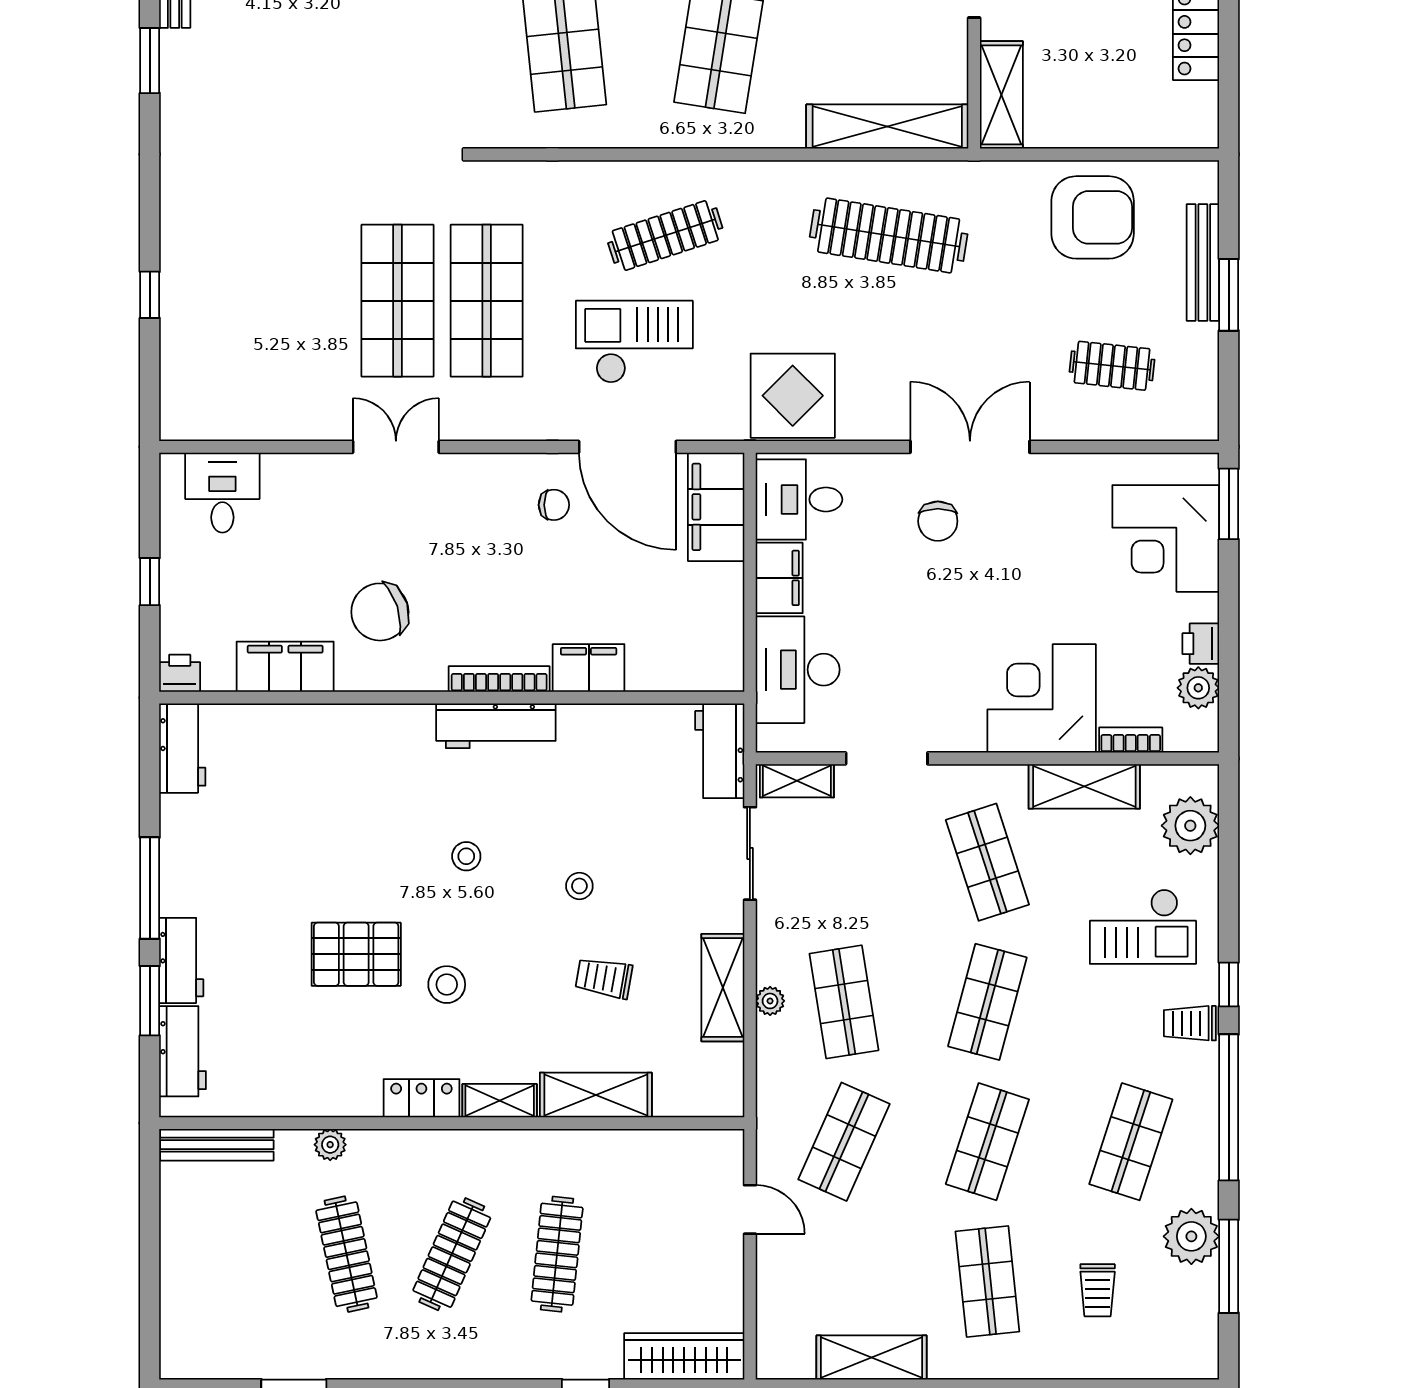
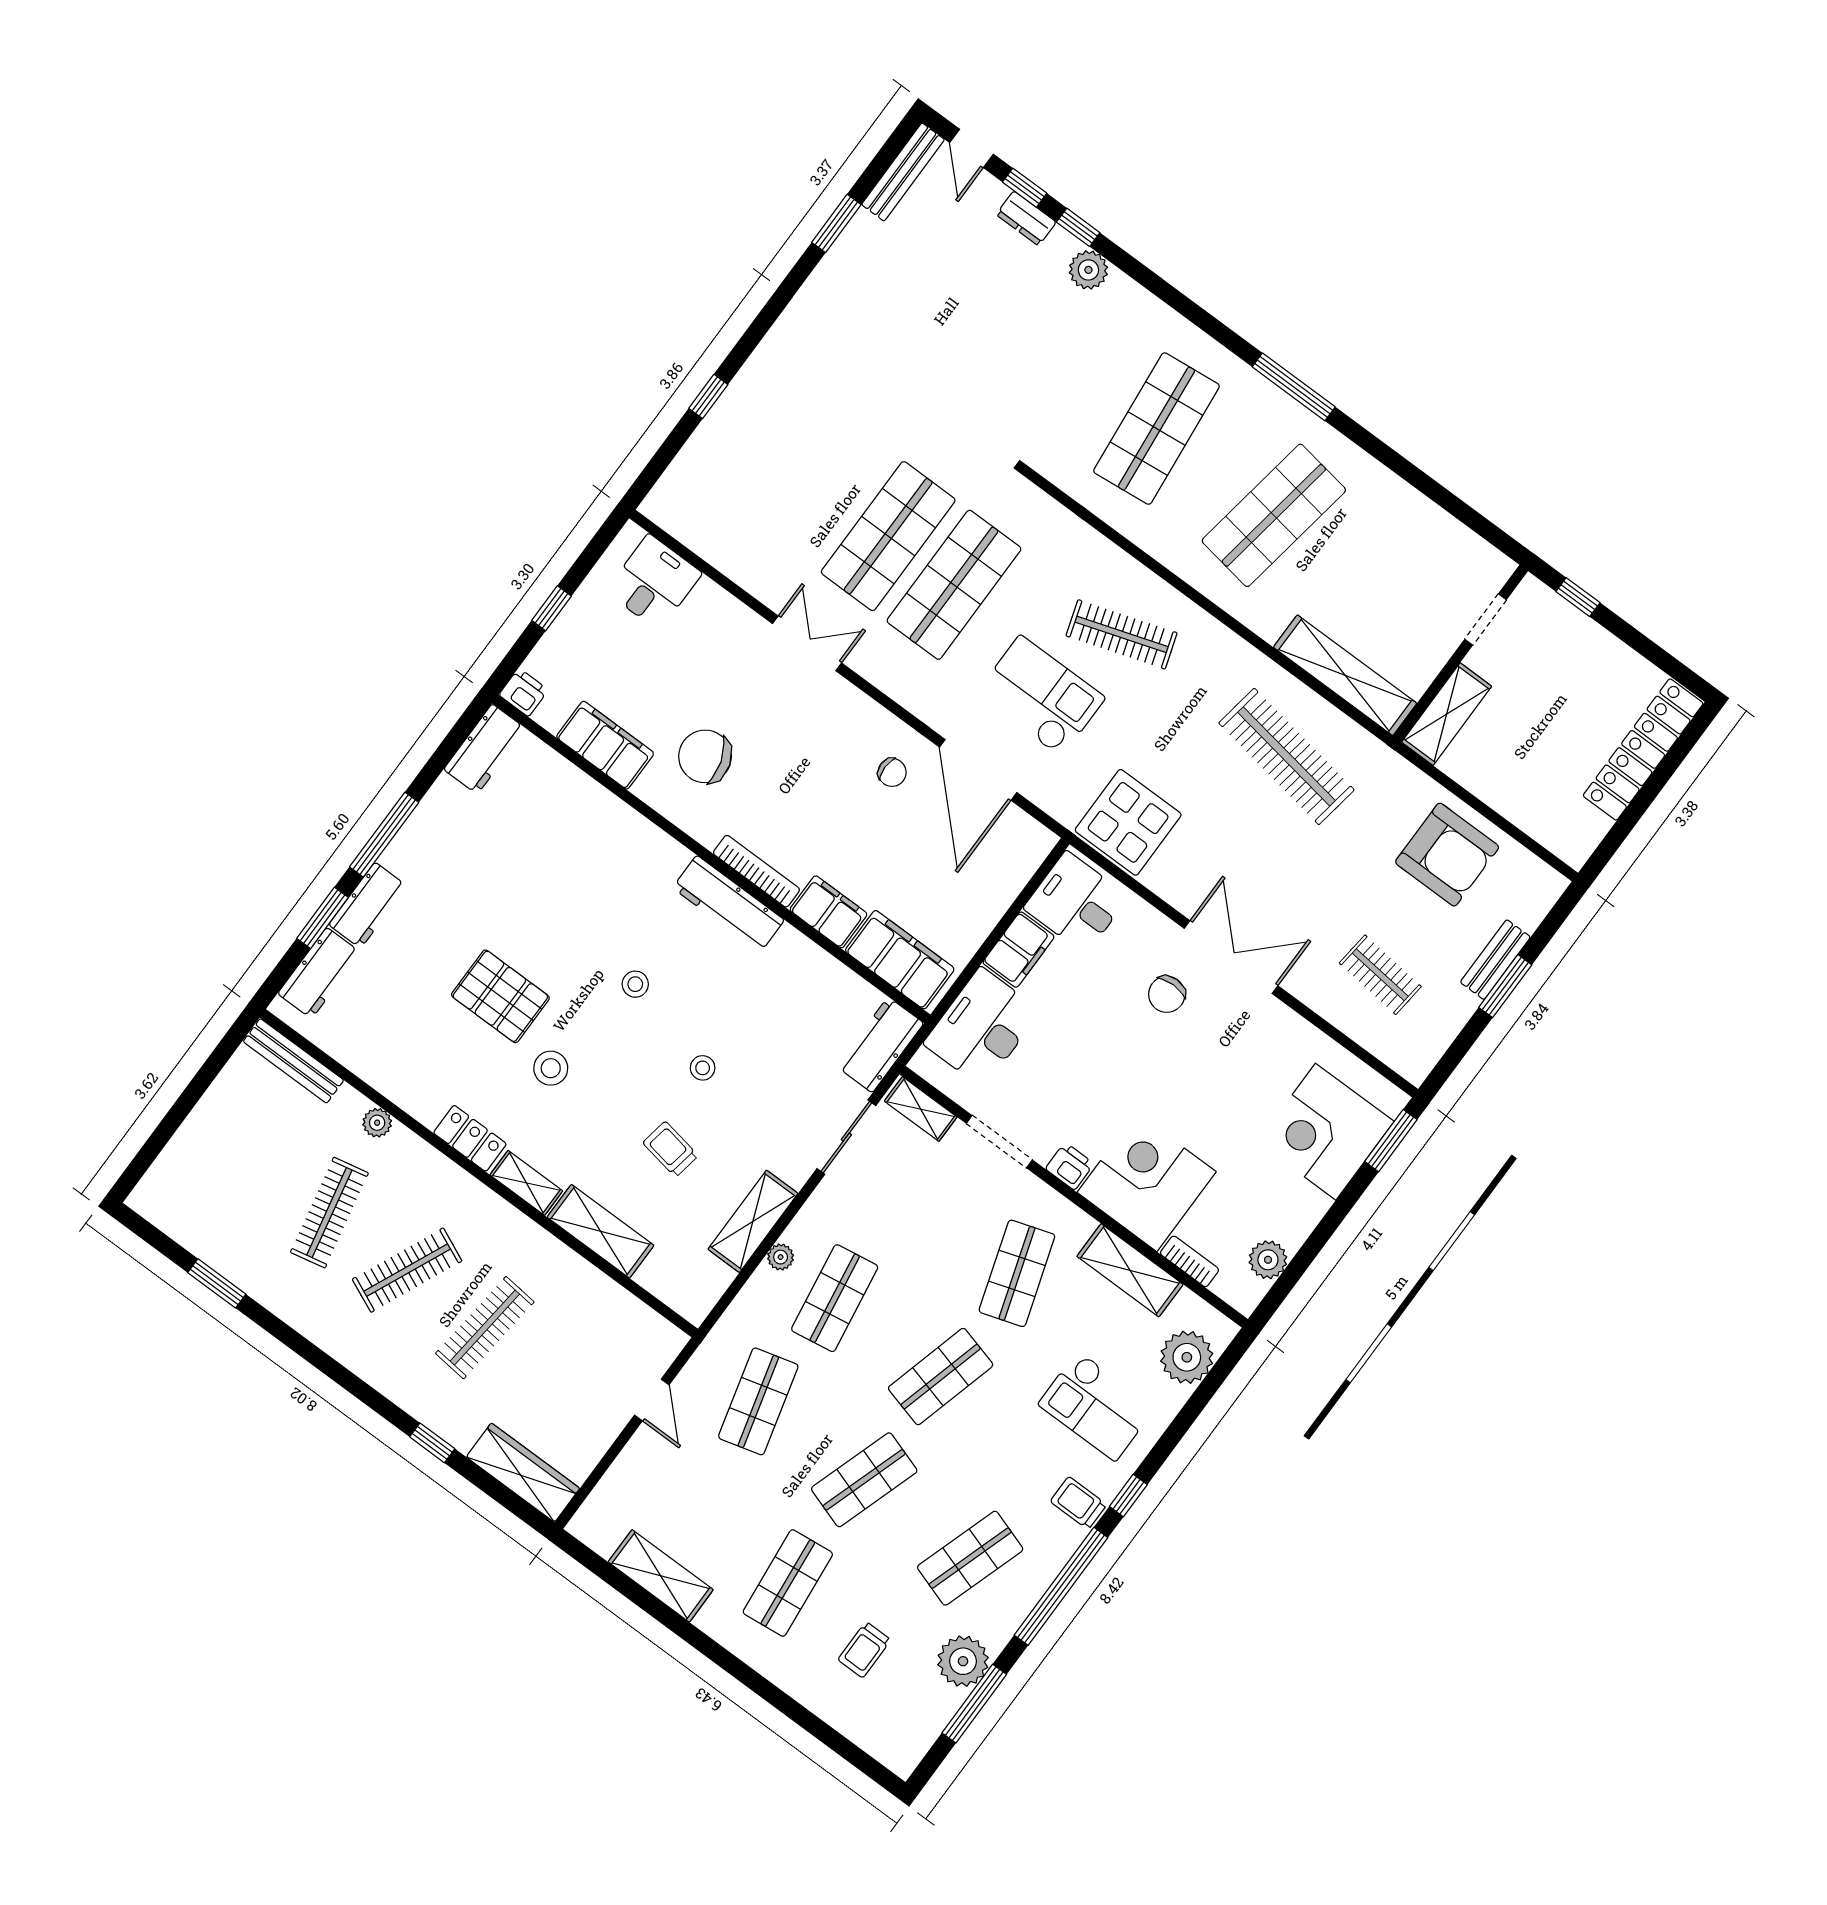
bench: (1203, 262) -> (1495, 960), width x0.73
filing cabinet: (716, 507) -> (900, 960), moved, turned 90
printer: (1201, 644) -> (1070, 1166), moved, turned 90
shop shelf: (844, 1142) -> (758, 1401), turned -39

